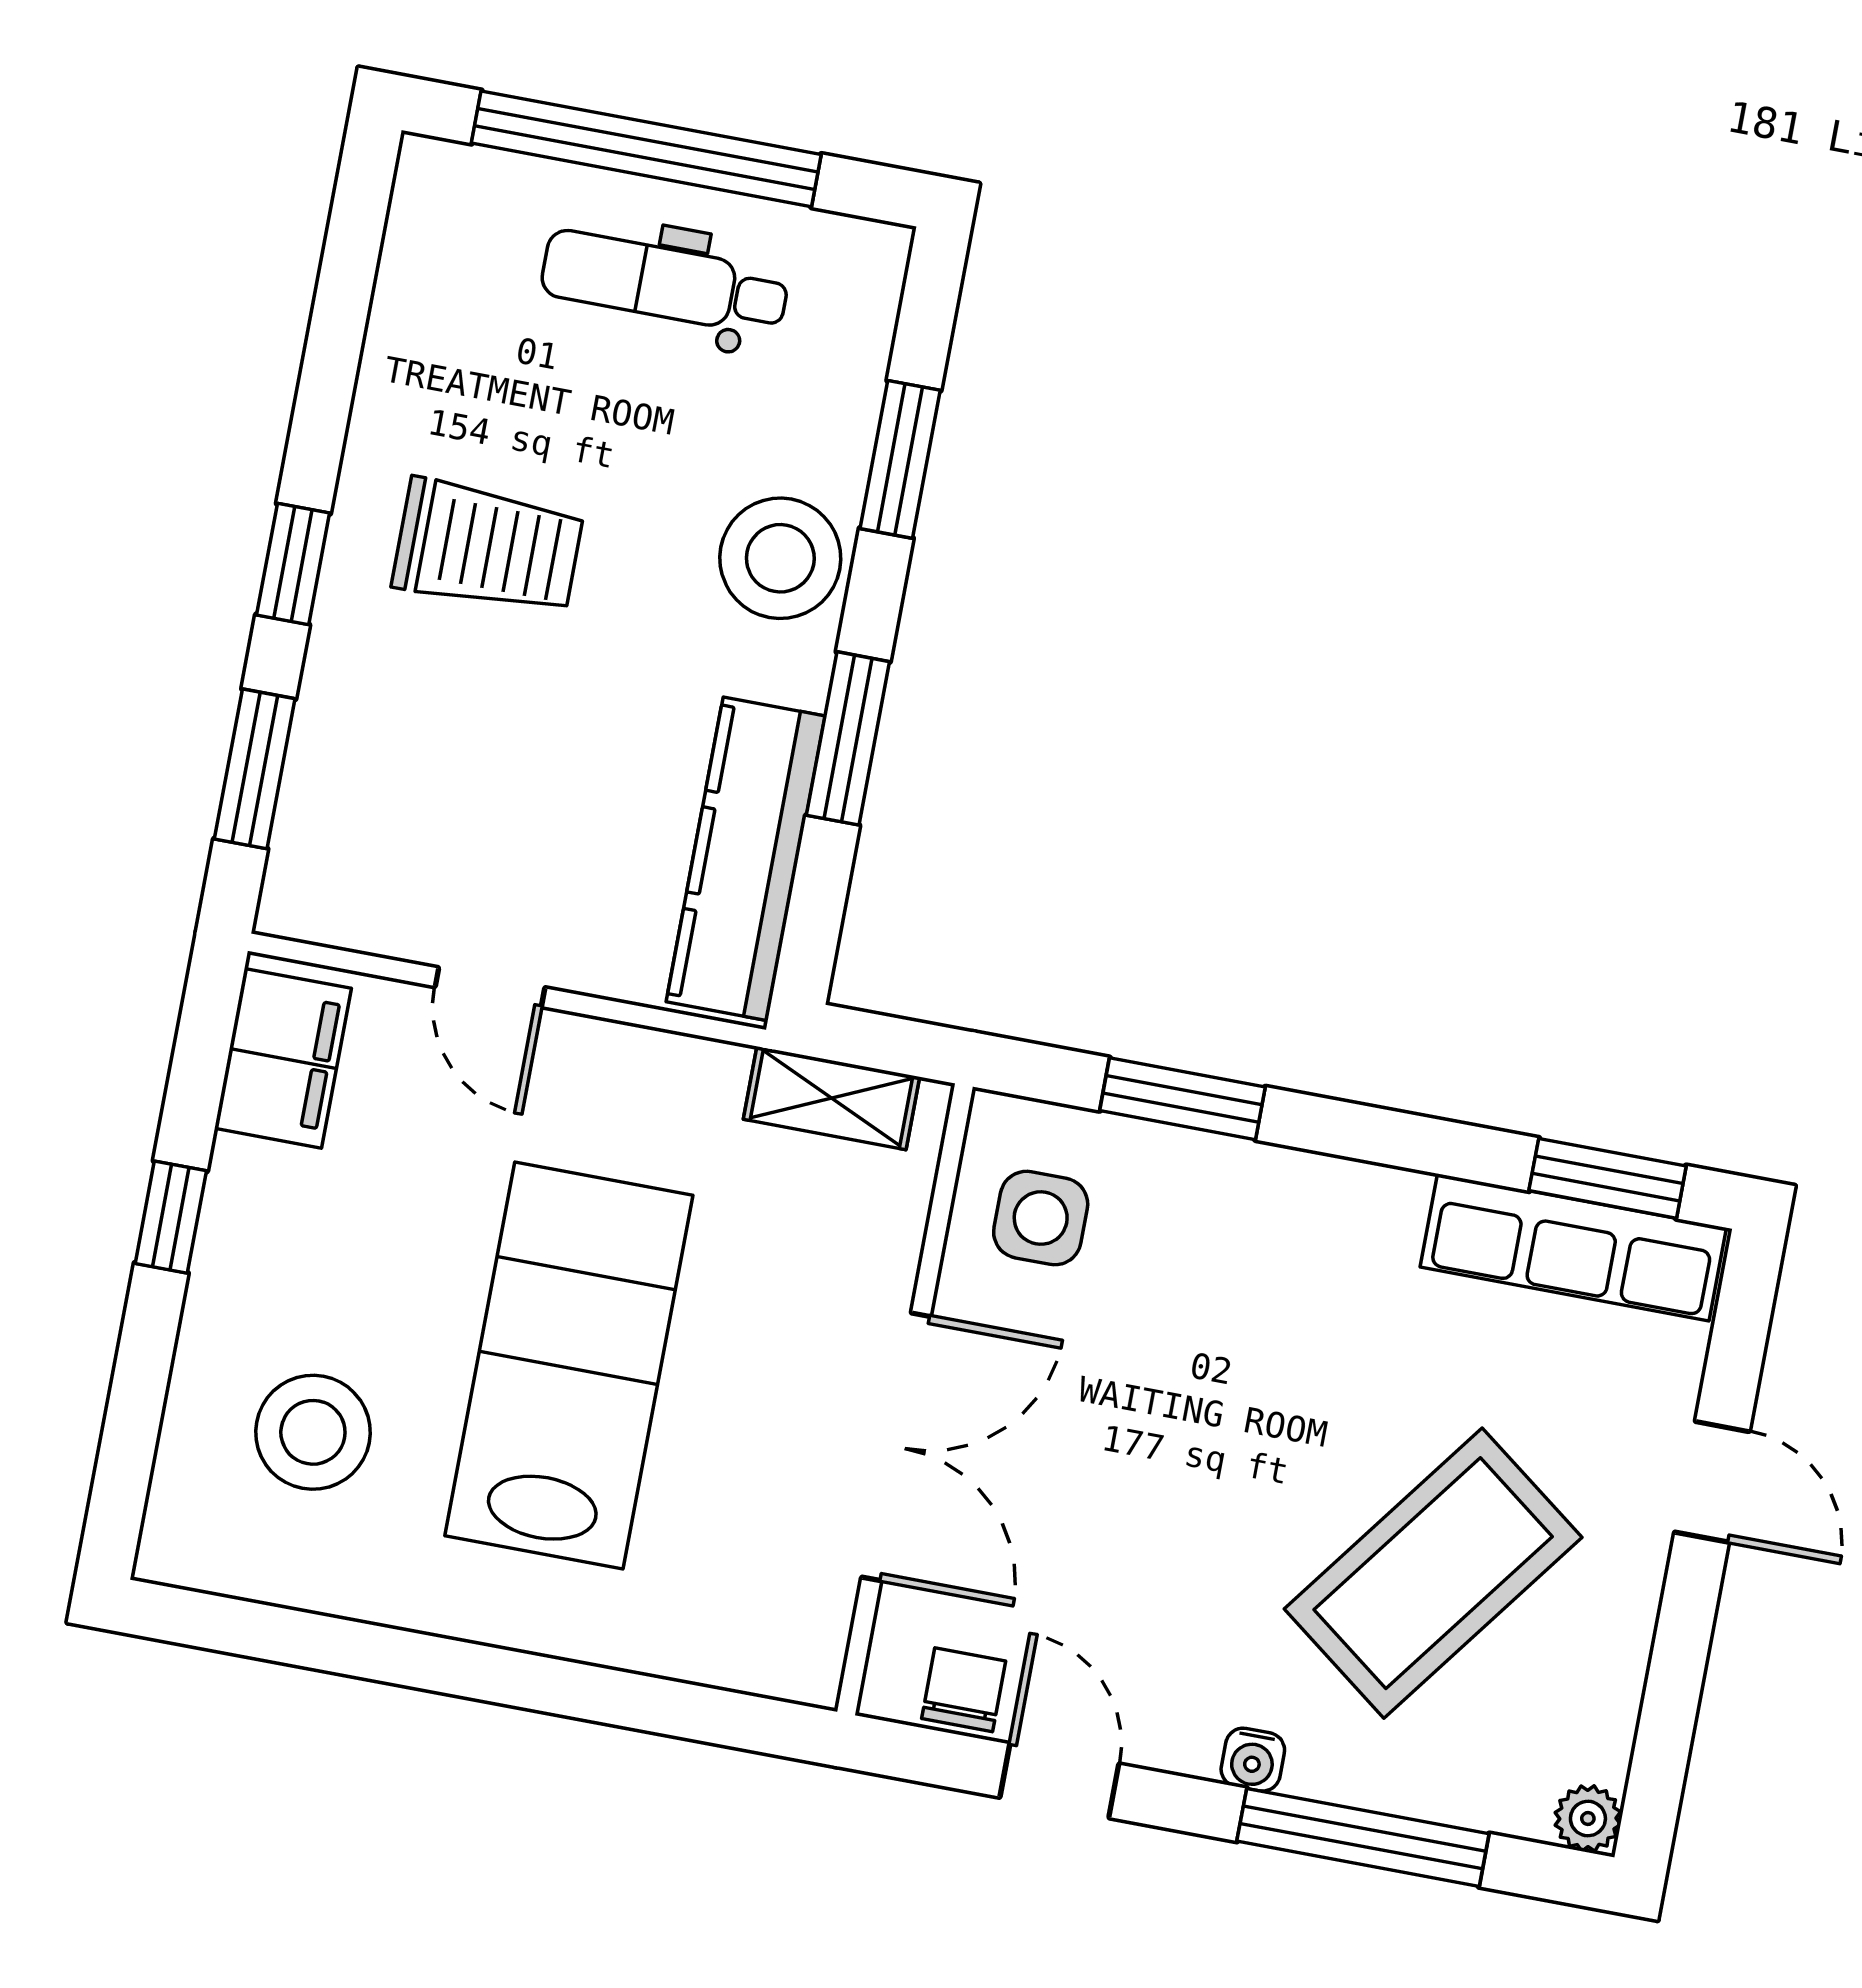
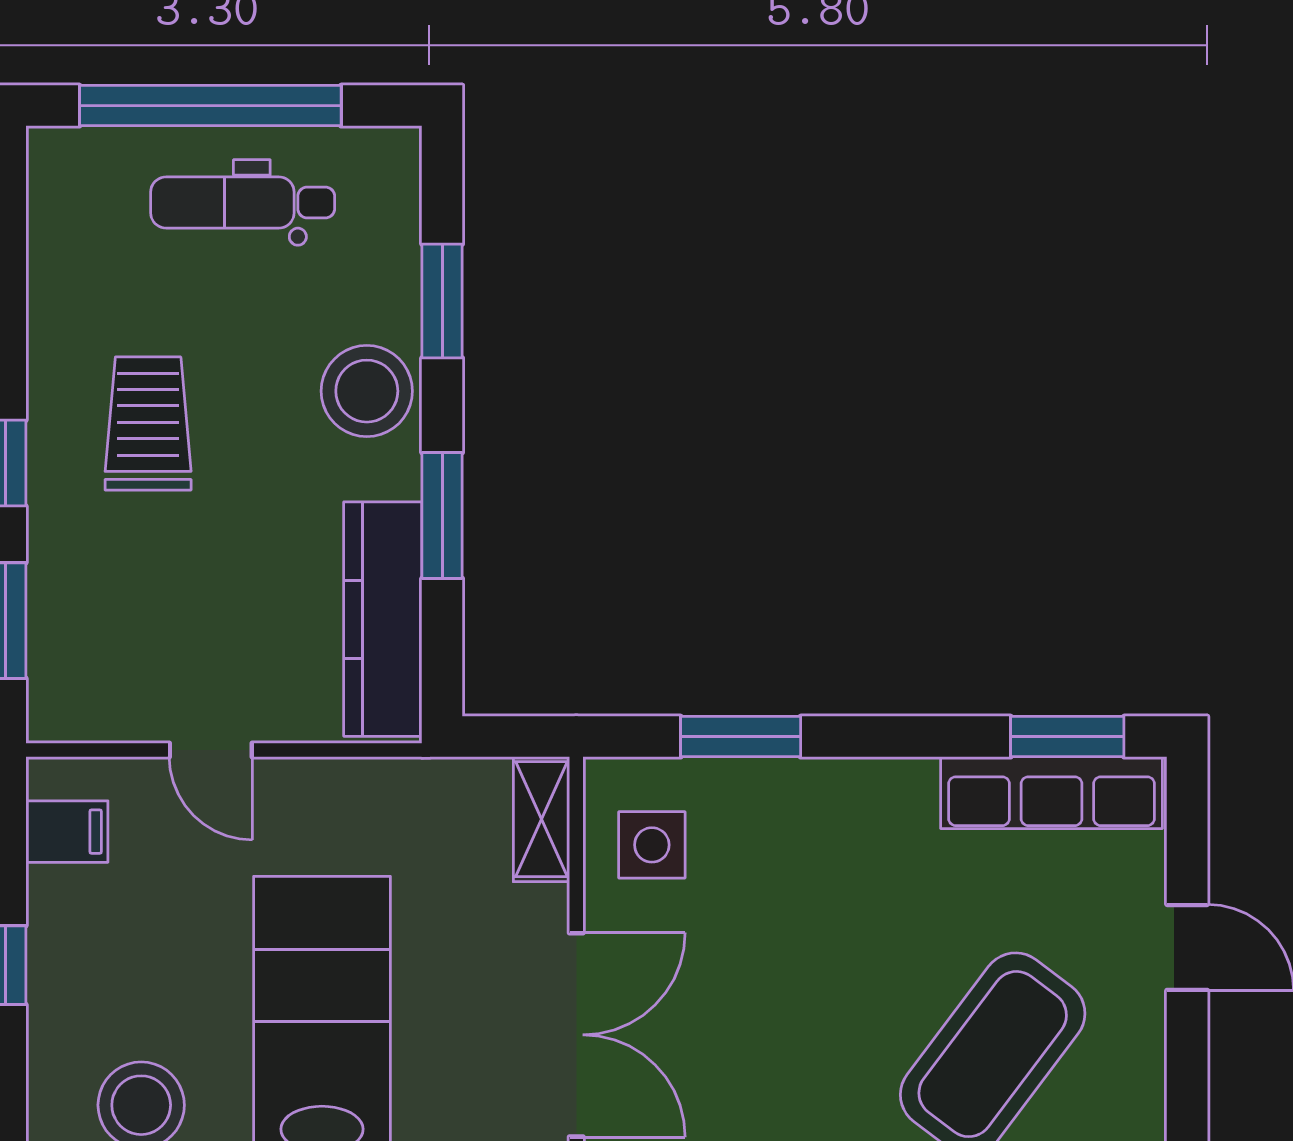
trolley: (488, 547) -> (148, 423), turned -90
filing cabinet: (283, 1058) -> (67, 832), width x0.50
shelving: (831, 1098) -> (541, 819), moved, turned 90

